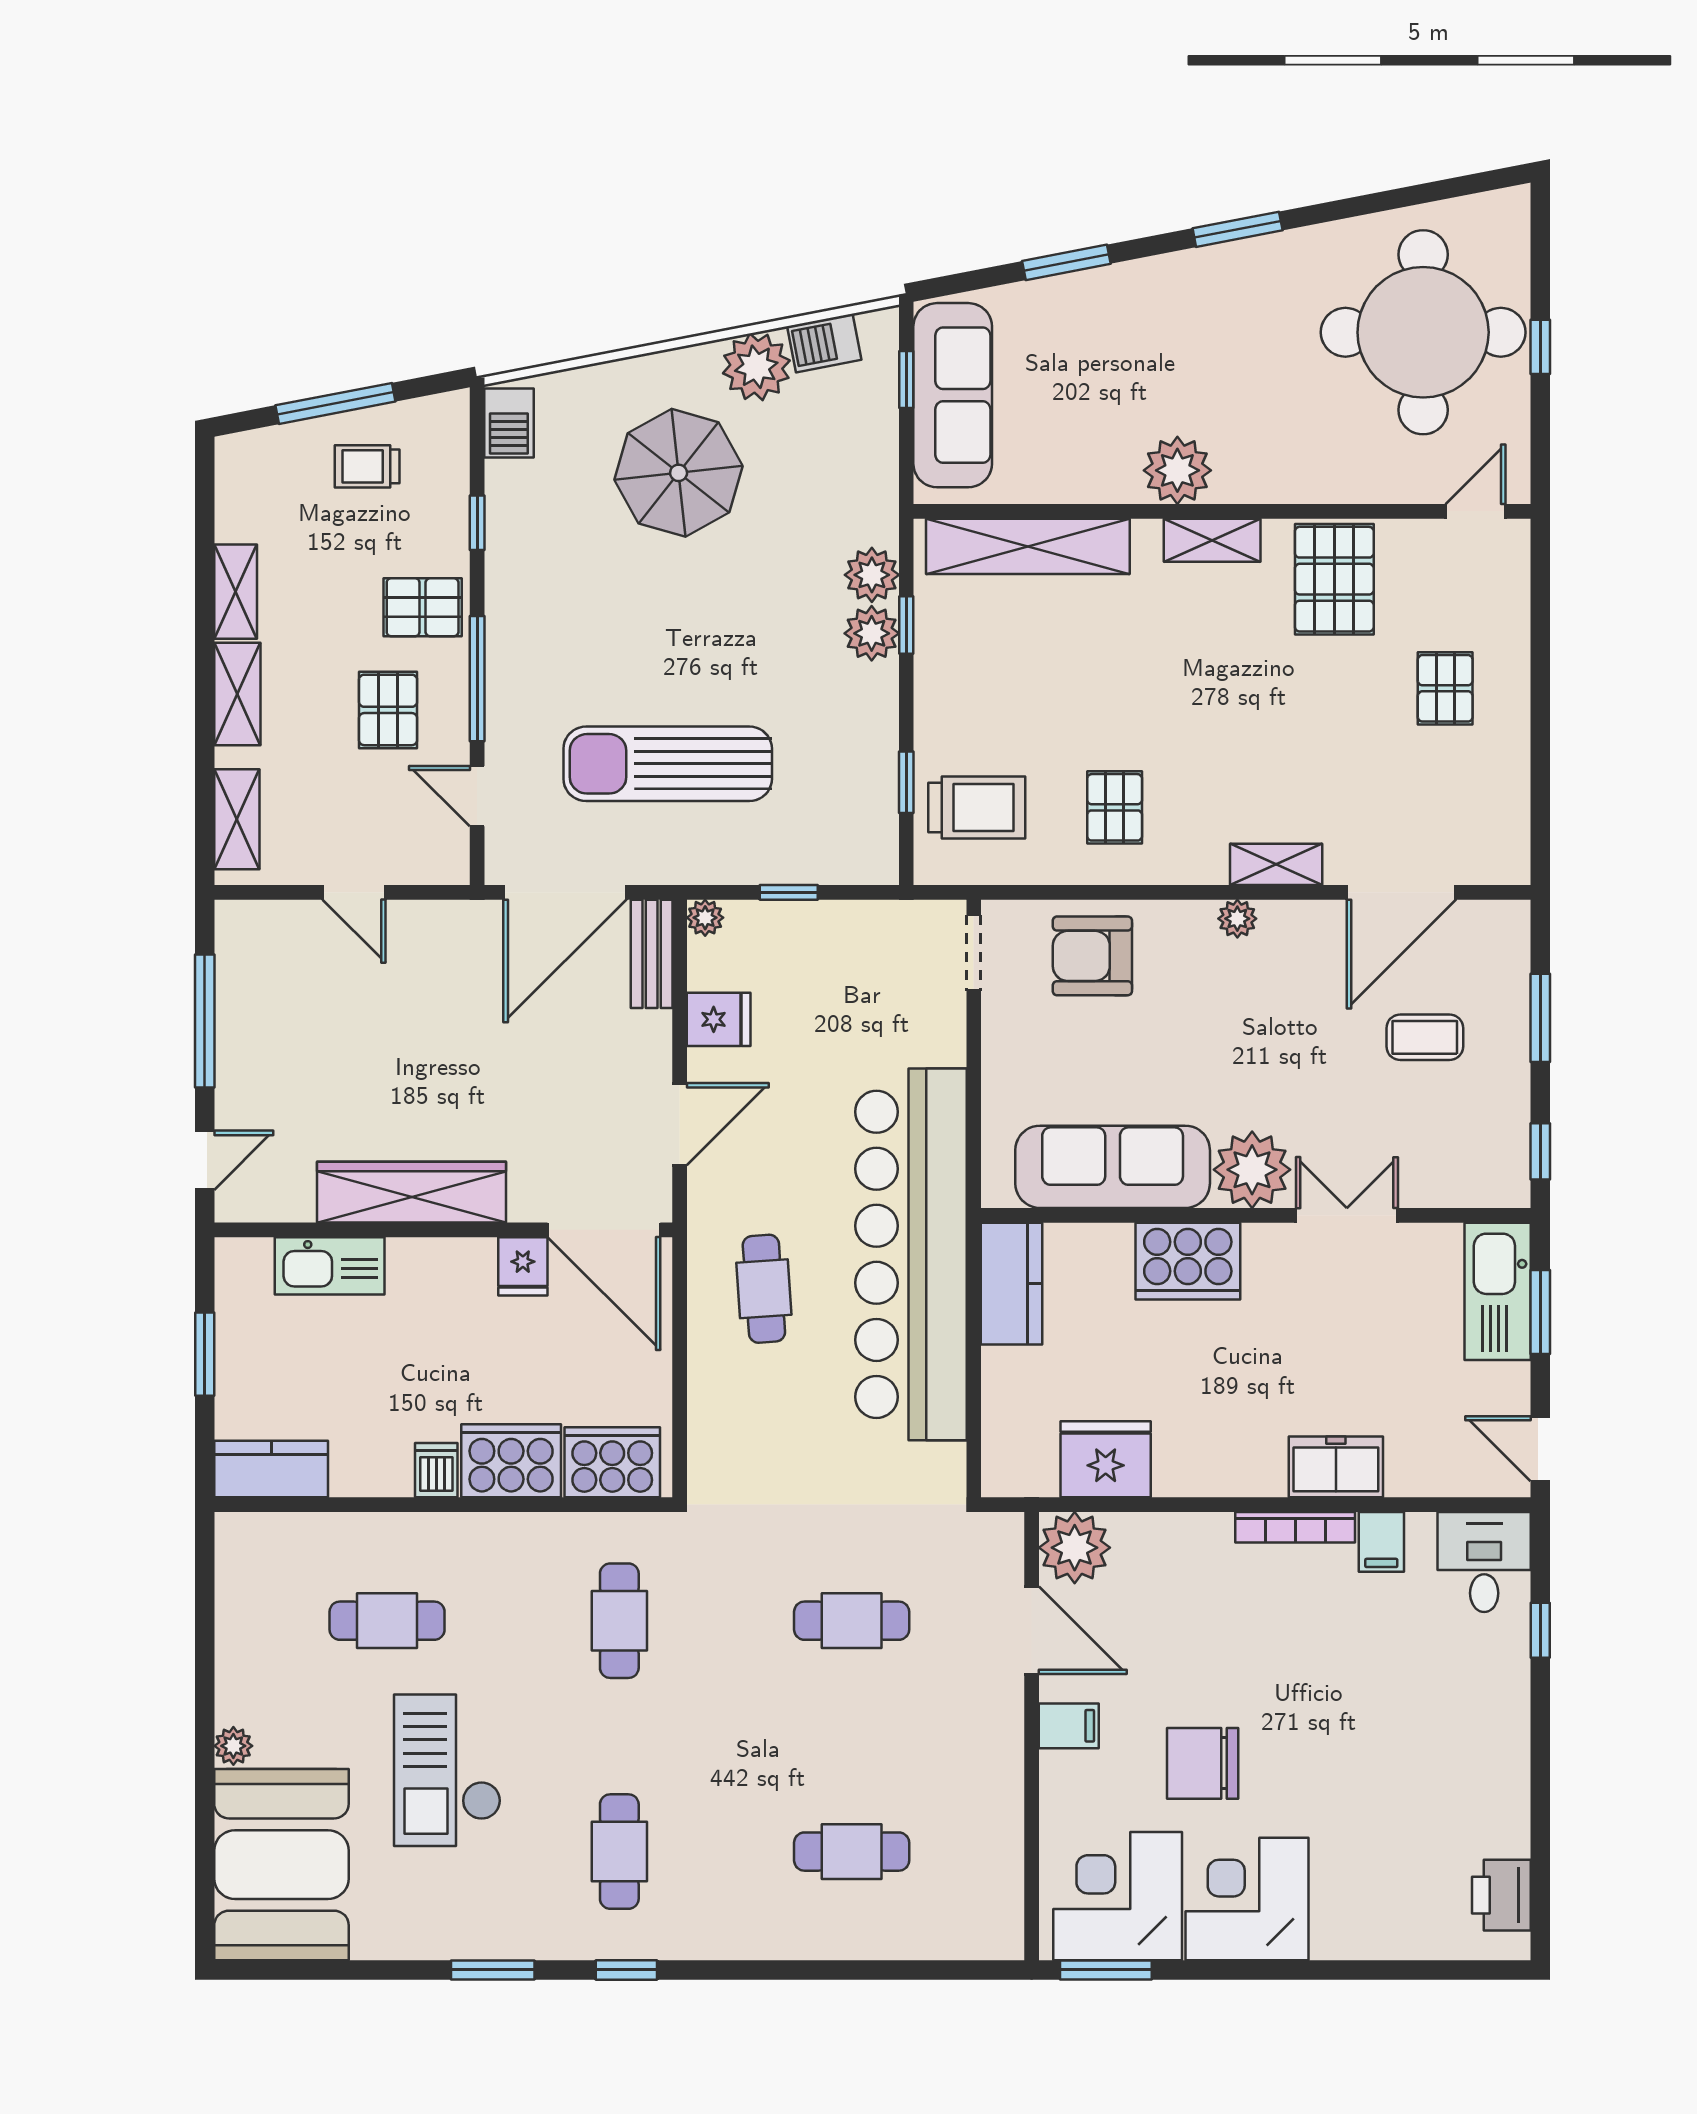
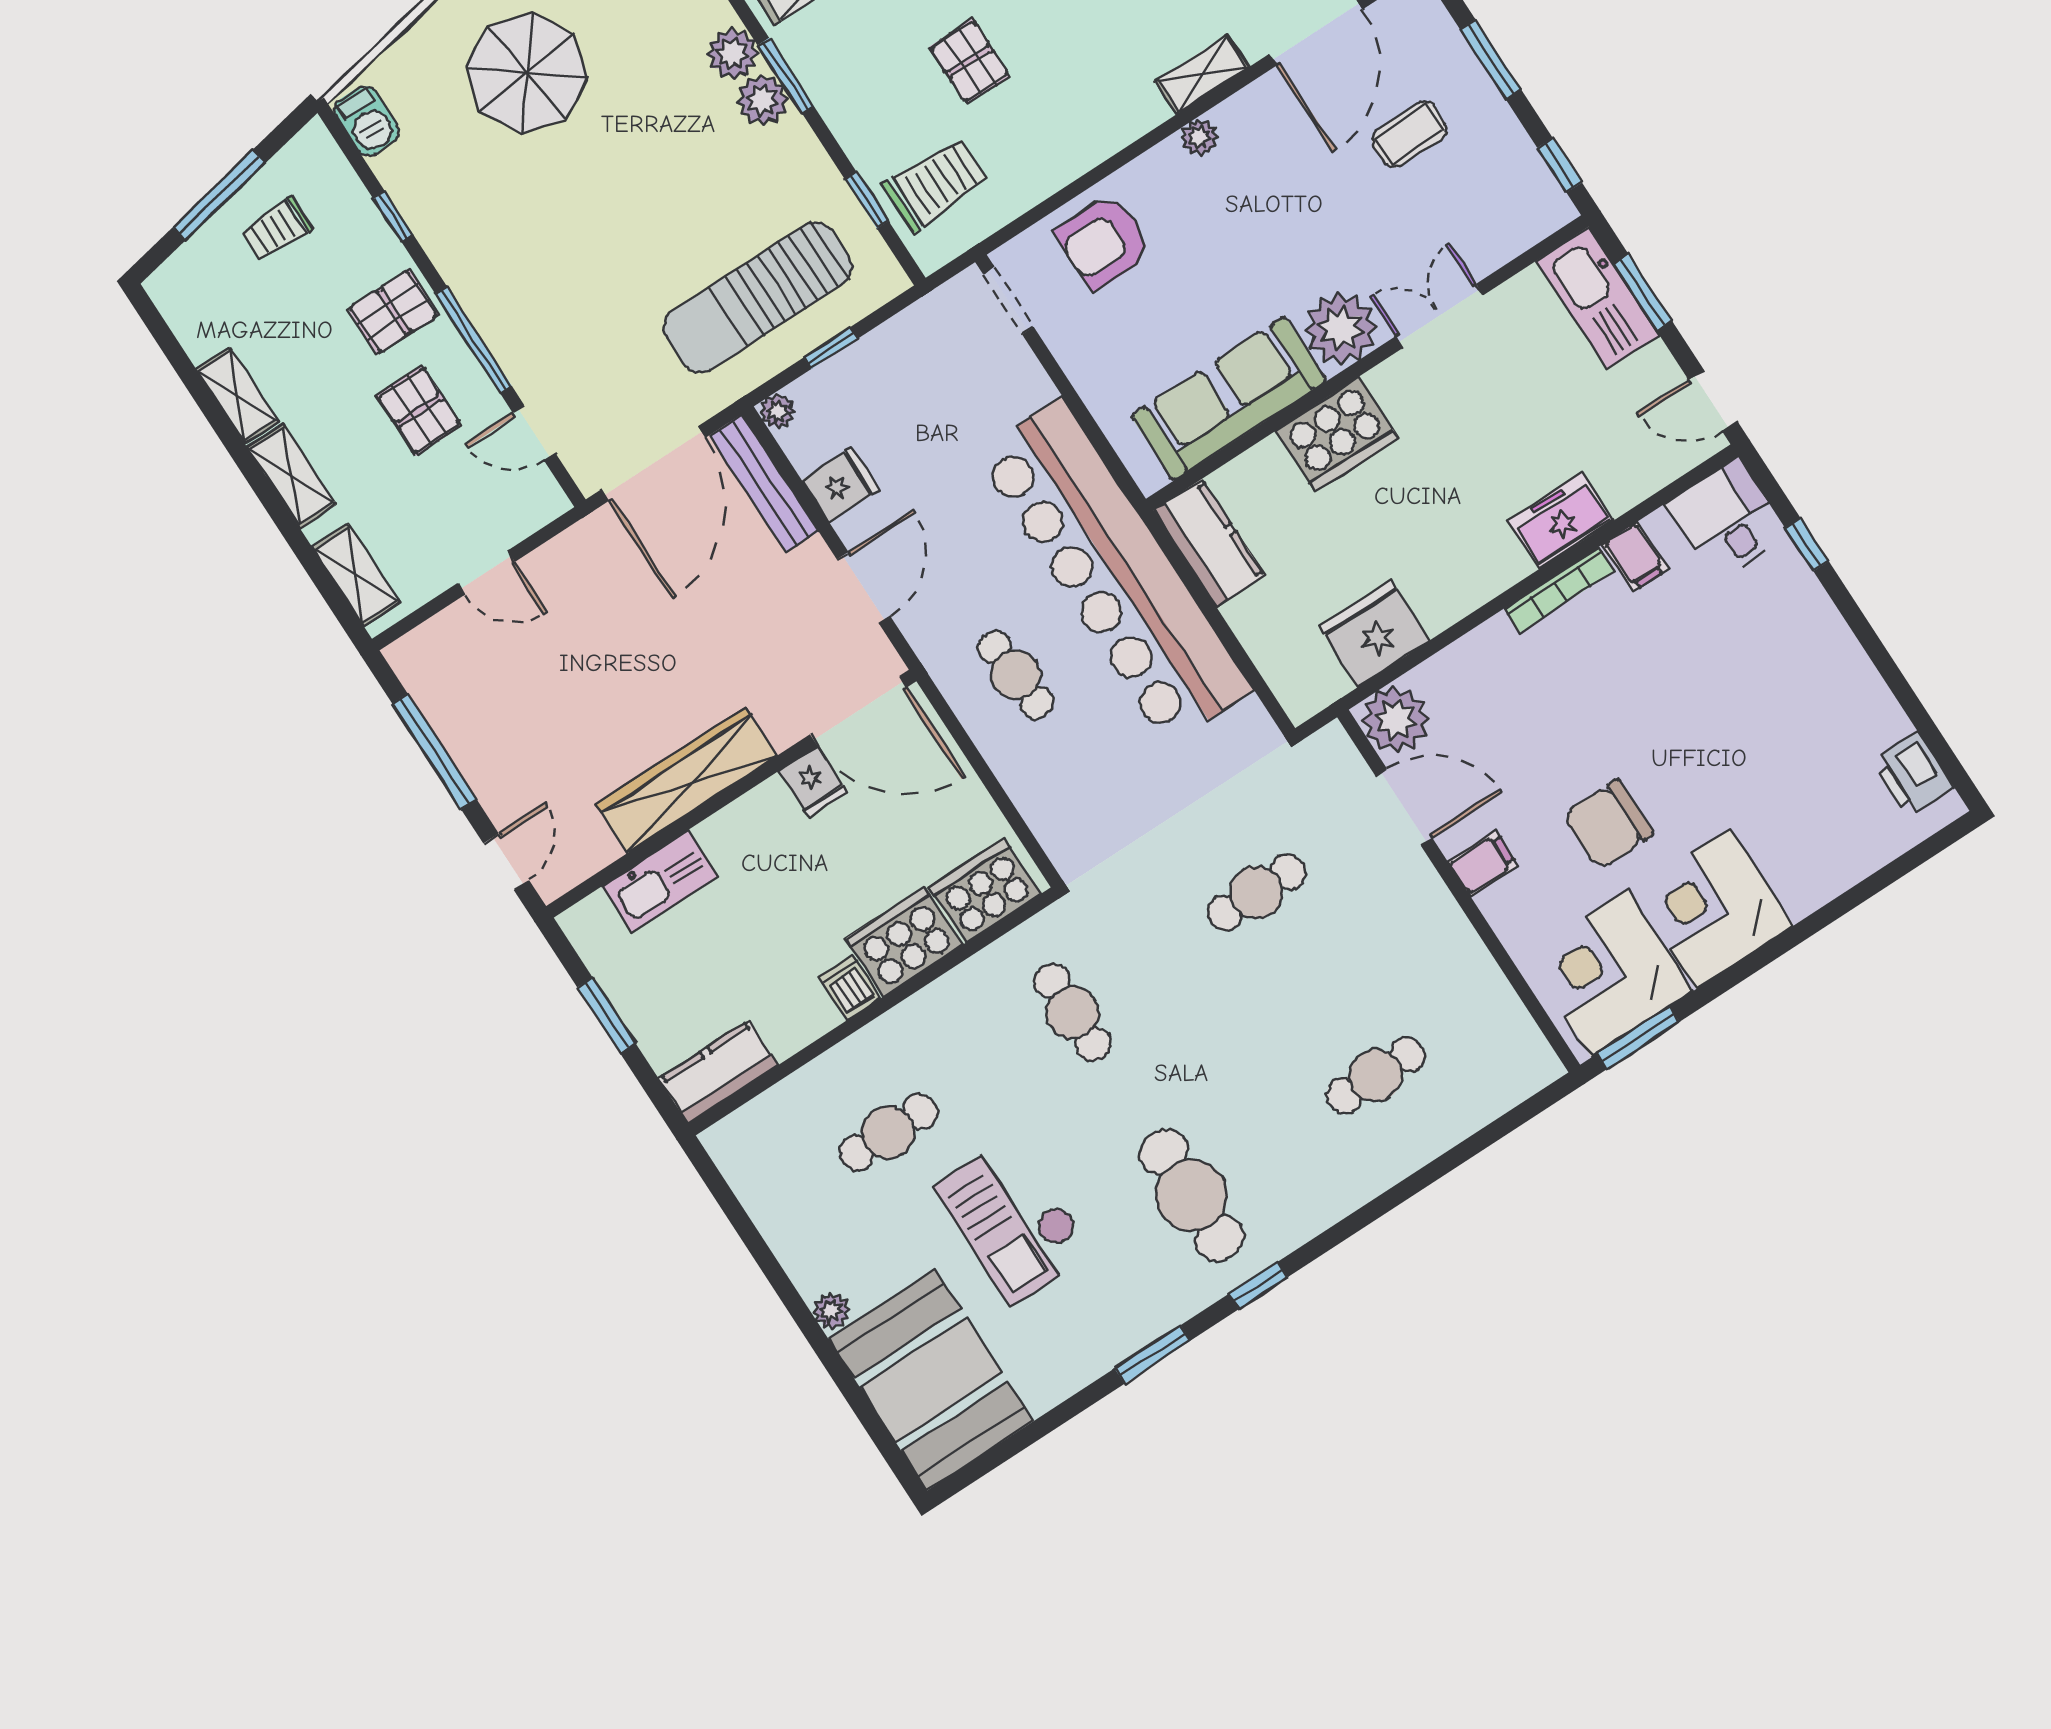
window: (906, 625) -> (786, 76), width x1.50
sun lounger: (668, 764) -> (758, 297), moved
pallet: (1115, 807) -> (970, 61), moved
bench: (652, 954) -> (764, 483), width x1.36
cafe table: (619, 1852) -> (1192, 1195), width x1.37, depth x1.35

